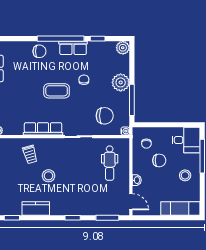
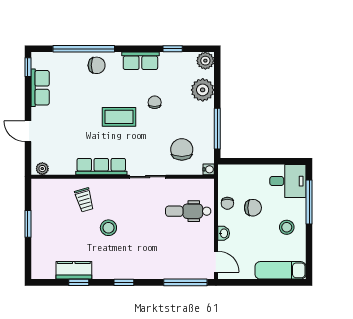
window: (61, 39) -> (84, 49), moved
plant: (121, 82) -> (203, 90), moved
chair: (105, 116) -> (182, 149), turned -90
chair: (146, 144) -> (227, 203), moved
dental chair: (110, 163) -> (188, 211), turned 90
kitchen counter: (36, 208) -> (74, 270), moved
window: (12, 218) -> (79, 282), moved
window: (73, 218) -> (124, 282), moved
window: (107, 218) -> (185, 282), width x1.44

